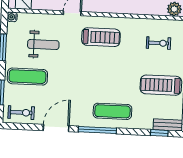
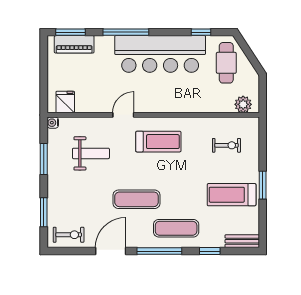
exercise mat: (27, 77) -> (137, 199), moved
window: (159, 133) -> (210, 251), moved

